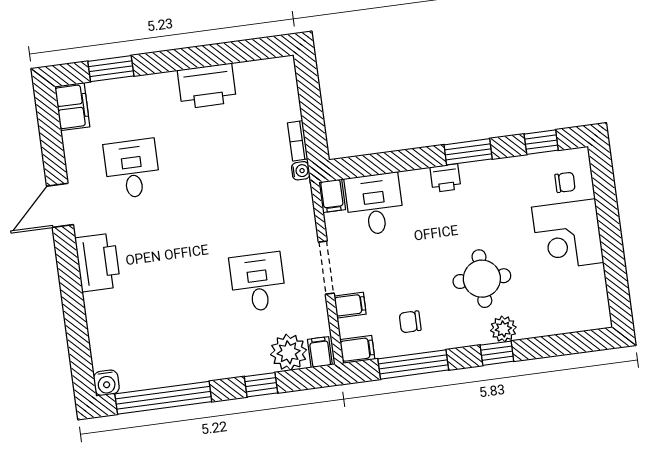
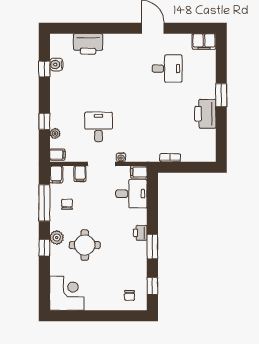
window: (111, 69) -> (221, 95), moved
water cooler: (301, 171) -> (121, 157), moved
corner desk: (568, 235) -> (67, 293), moved, turned 90
printer: (98, 262) -> (88, 44), moved
desk: (258, 282) -> (99, 127), turned -90
plant: (503, 329) -> (57, 238), moved
plant: (289, 352) -> (55, 134), width x0.53, depth x0.53
water cooler: (106, 383) -> (56, 65), moved
window: (163, 398) -> (44, 69), width x0.32

